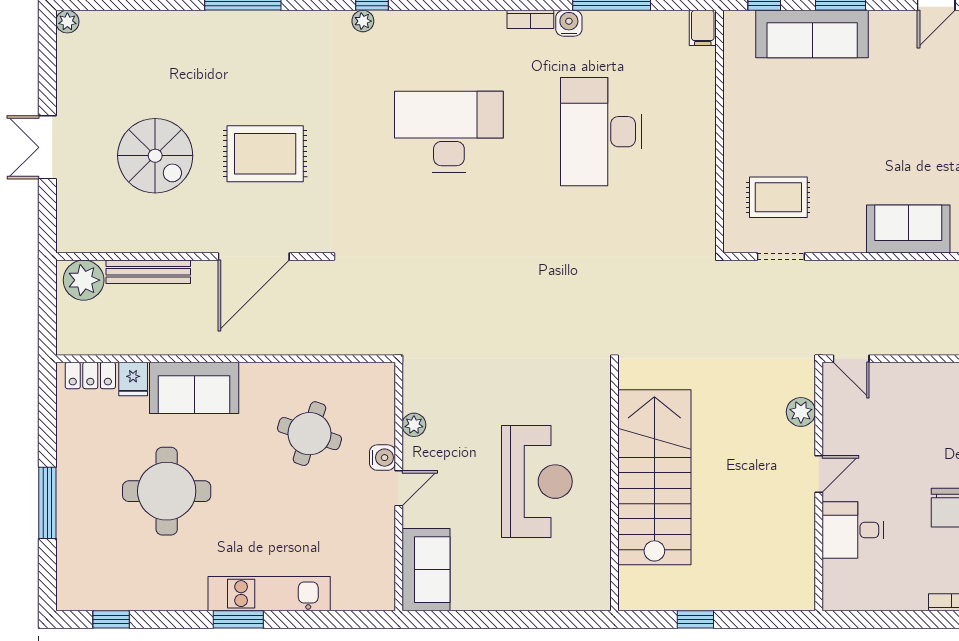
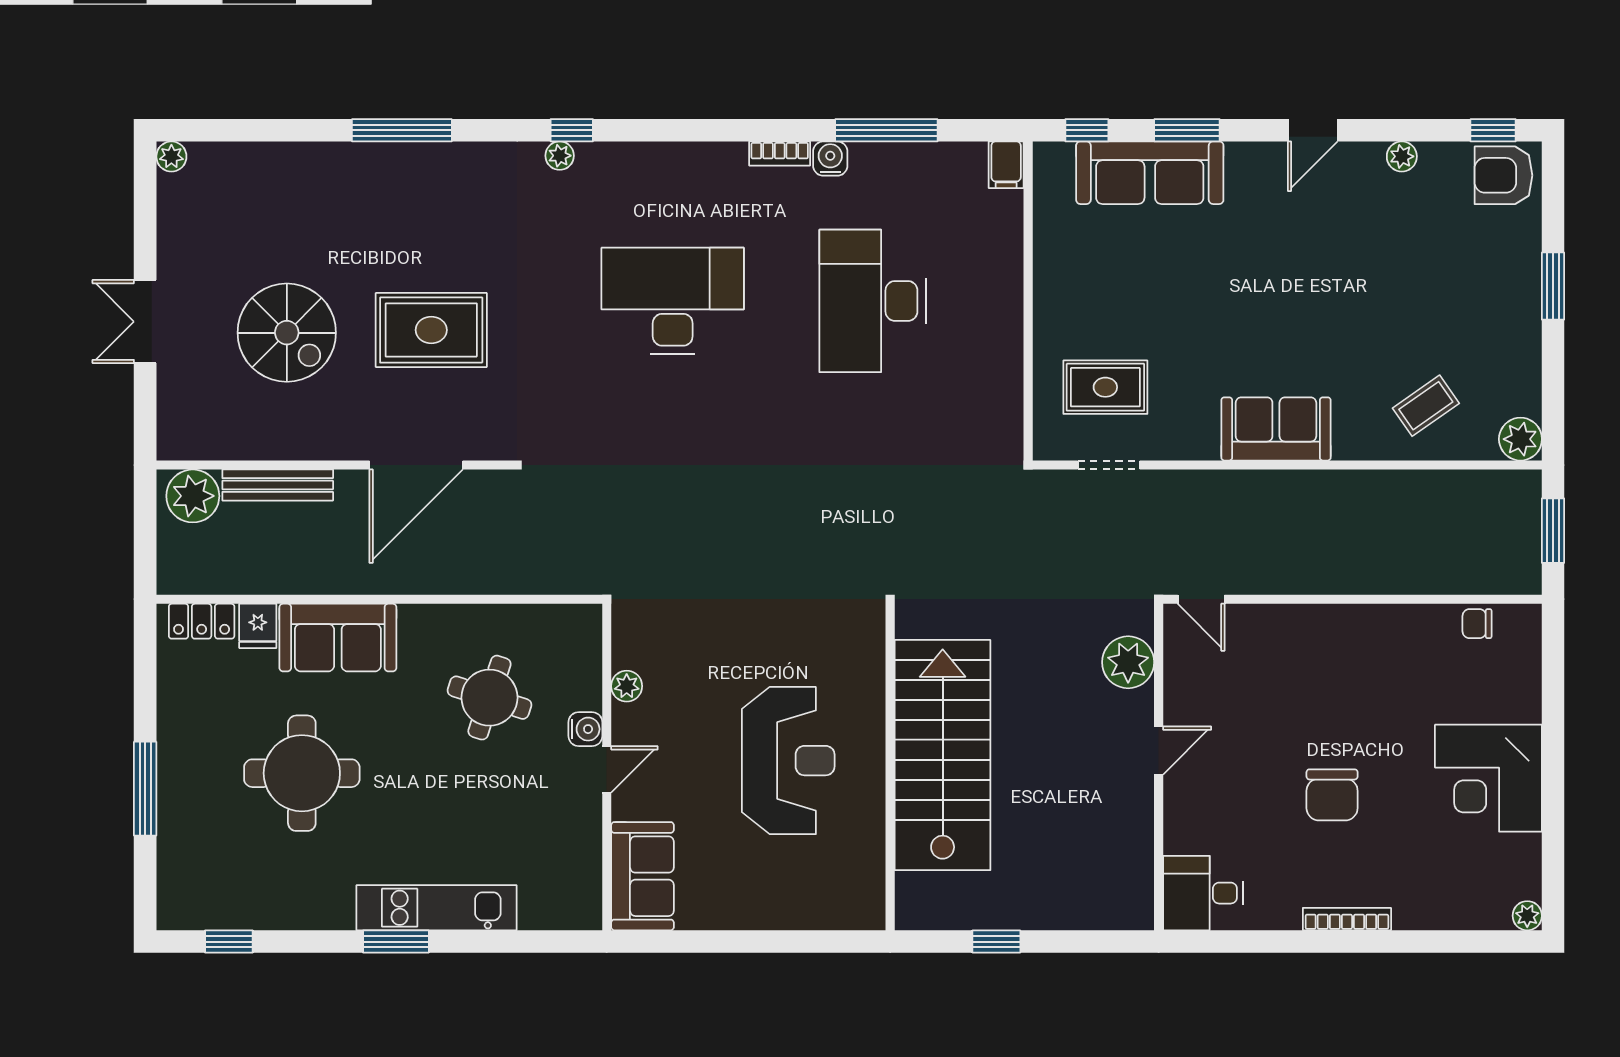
plant: (801, 412) -> (1128, 662), width x1.36, depth x1.36
desk: (853, 530) -> (1203, 893), moved

